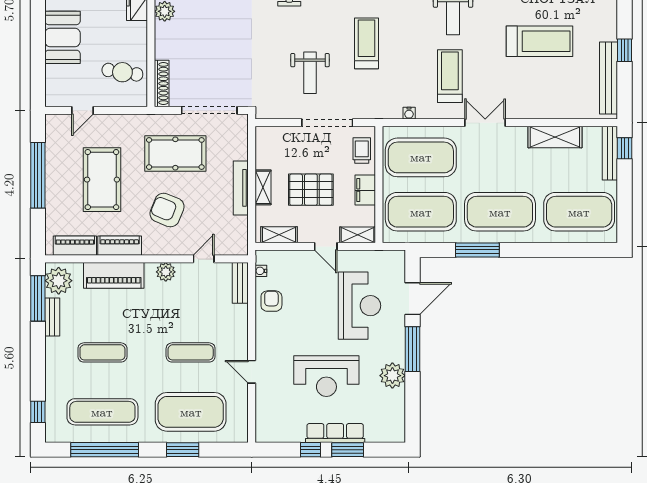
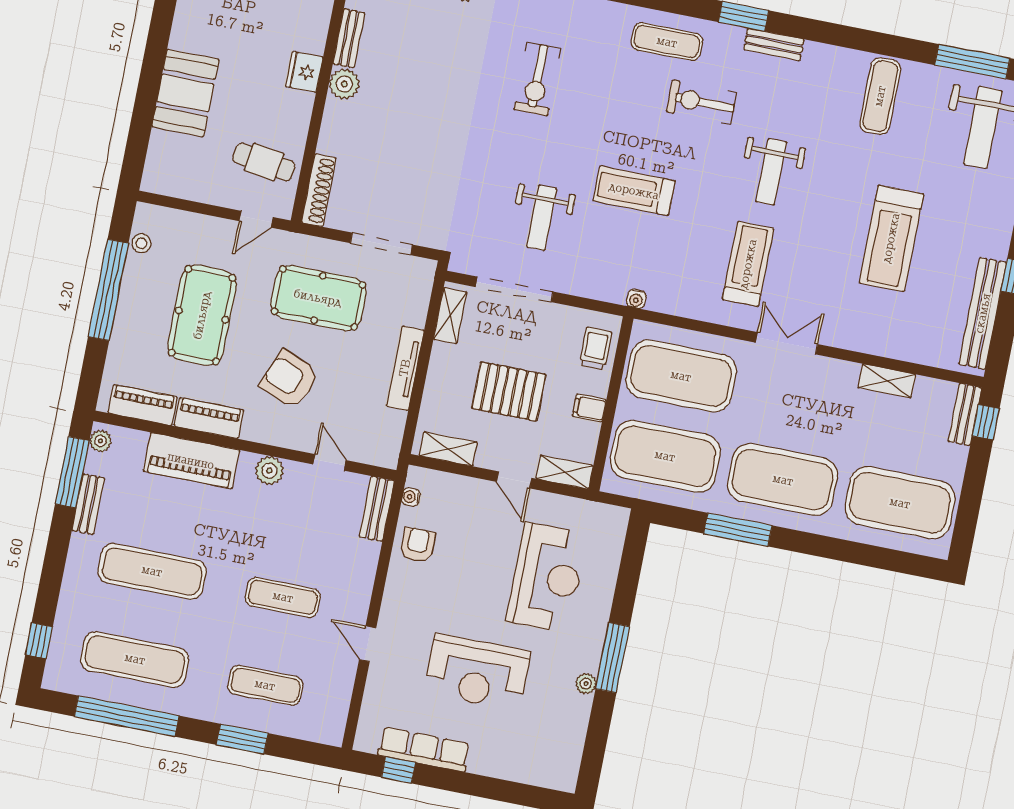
treadmill: (540, 41) -> (891, 238), turned 90
treadmill: (366, 43) -> (634, 191), turned -90
door: (83, 110) -> (256, 219), moved
doorway: (209, 110) -> (381, 244), width x0.73
water cooler: (409, 113) -> (636, 299), moved
doorway: (327, 123) -> (514, 289), moved
shelving: (555, 137) -> (887, 381), width x0.67, depth x0.75
stool: (53, 141) -> (141, 243), added
bench: (610, 153) -> (965, 414), width x0.73
shelving: (263, 187) -> (450, 316), moved
filing cabinet: (365, 190) -> (589, 408), width x0.50
door: (204, 259) -> (330, 462), hinge flipped
plant: (59, 281) -> (100, 441), width x0.53, depth x0.53
door: (412, 299) -> (627, 583), removed
exercise mat: (102, 352) -> (152, 571), width x1.36, depth x1.45
plant: (392, 376) -> (586, 684), width x0.53, depth x0.53
exercise mat: (191, 412) -> (265, 685), width x0.50, depth x0.69
row of seats: (335, 433) -> (424, 749), moved
window: (310, 450) -> (398, 770), moved
window: (348, 450) -> (487, 787), removed

